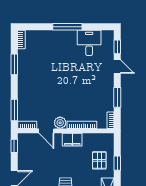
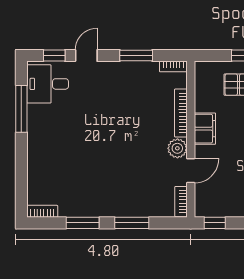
window: (67, 27) -> (21, 109), moved
desk: (89, 43) -> (48, 84), moved
window: (14, 110) -> (132, 223), moved

